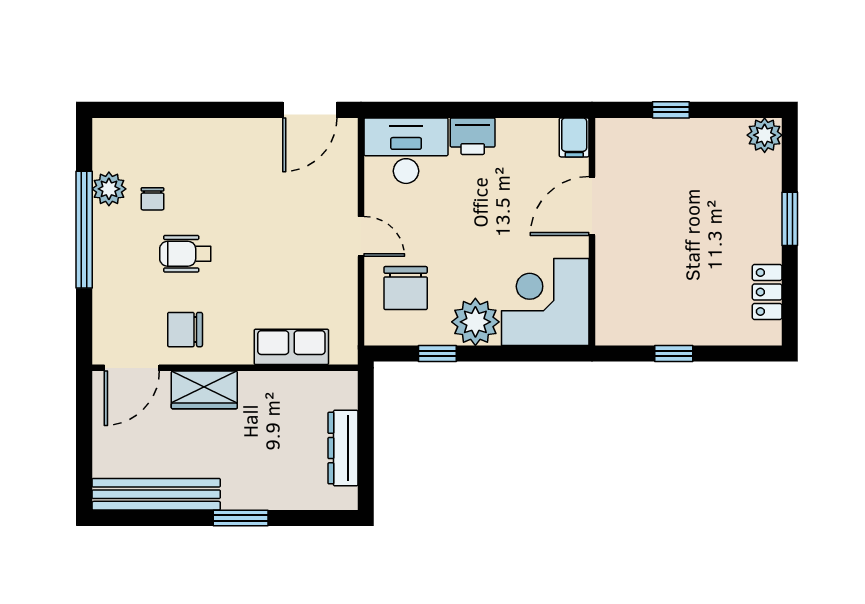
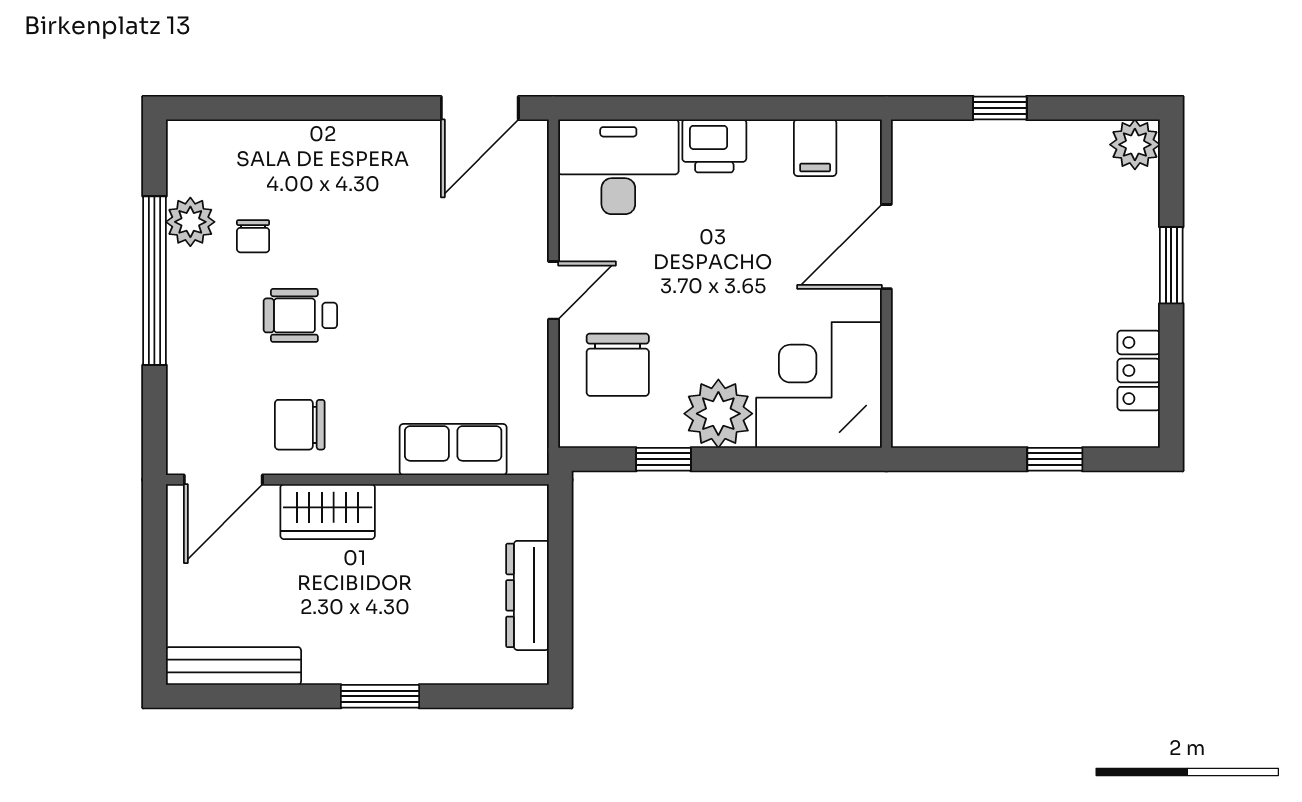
filing cabinet: (574, 137) -> (815, 148), moved
door: (361, 236) -> (553, 290), hinge flipped
window: (674, 354) -> (1055, 459), moved
bench: (156, 494) -> (233, 666), width x0.73, depth x0.82

